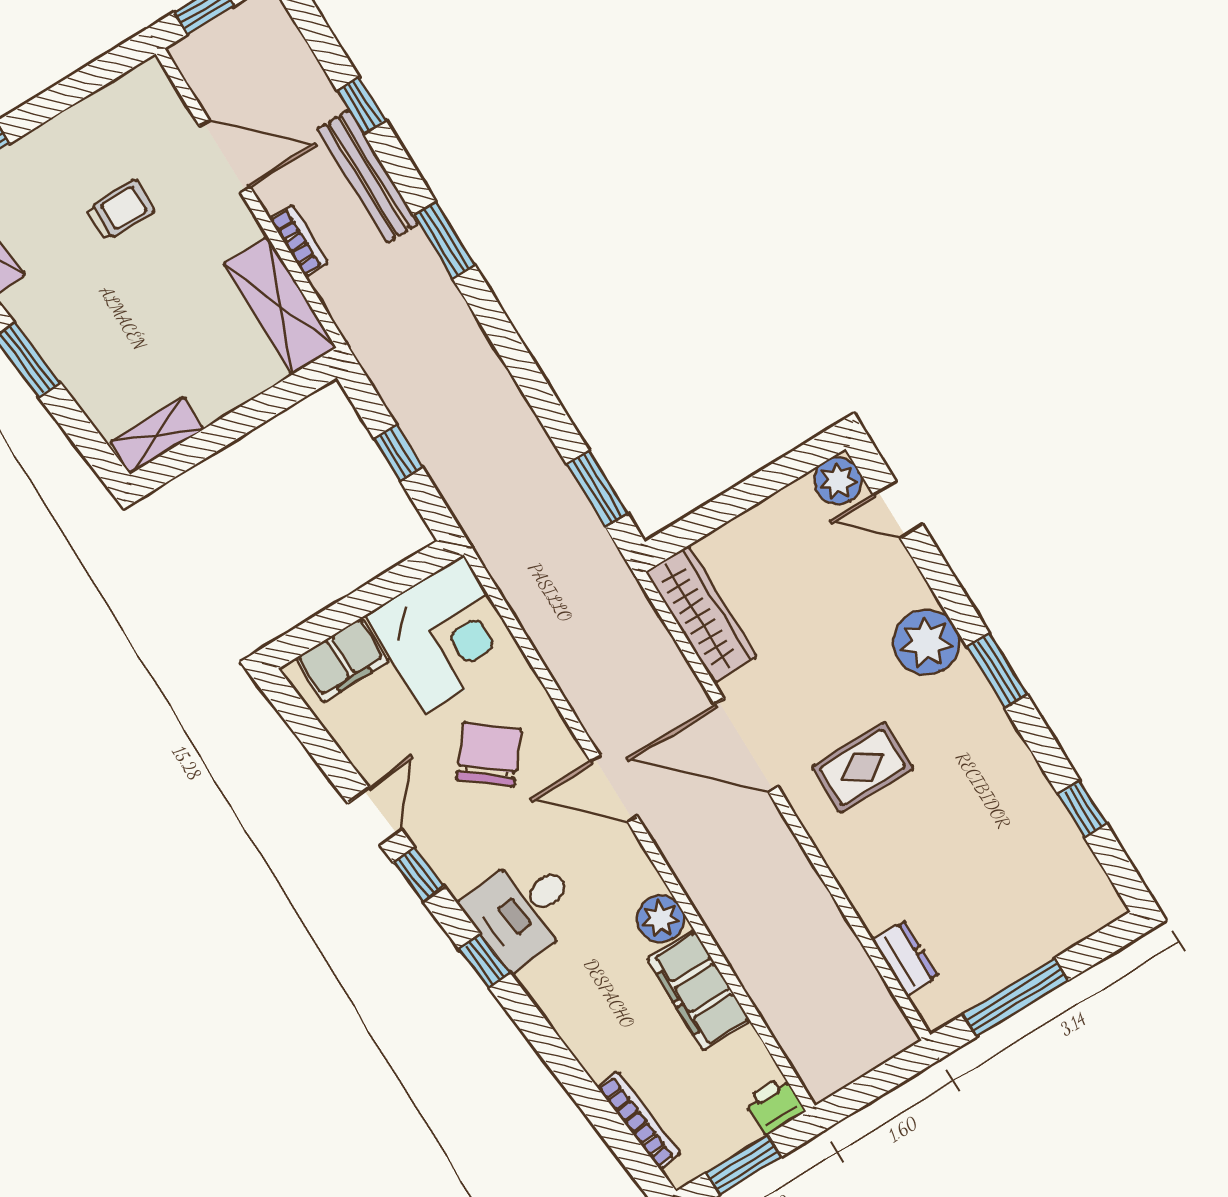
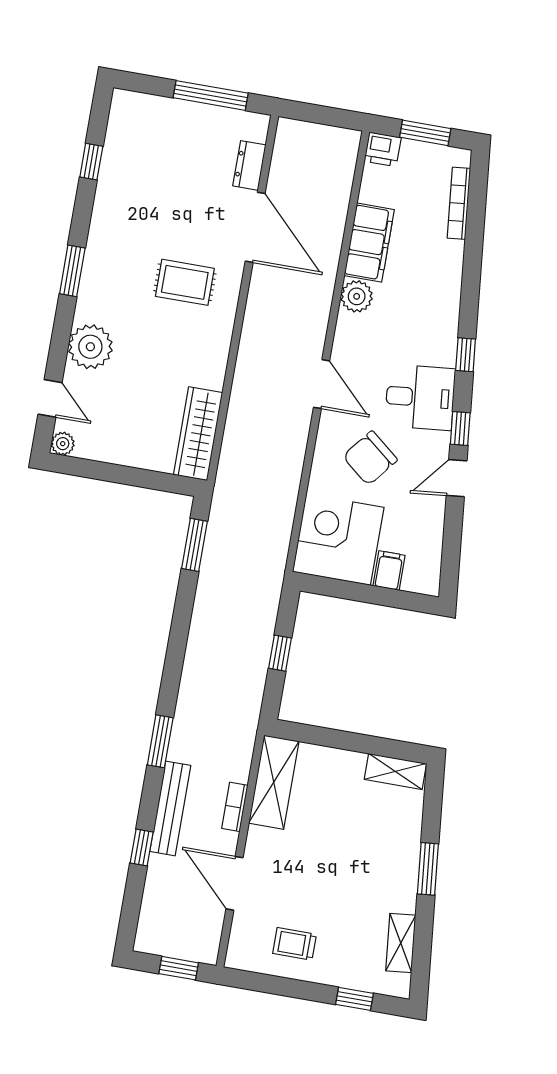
trolley: (120, 210) -> (295, 944), moved
plant: (838, 481) -> (63, 444), width x0.73, depth x0.73
plant: (927, 642) -> (90, 347), moved
filing cabinet: (342, 660) -> (389, 571), width x0.50
door: (746, 746) -> (255, 227), moved
desk: (523, 910) -> (420, 397), moved

